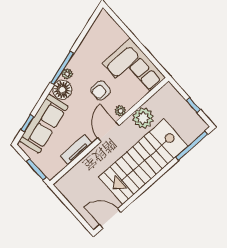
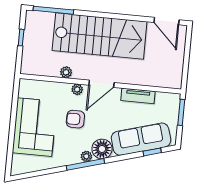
corner sofa: (134, 70) -> (35, 127), moved
armchair: (101, 90) -> (75, 119), turned 180
plant: (143, 118) -> (66, 72), width x0.53, depth x0.53

